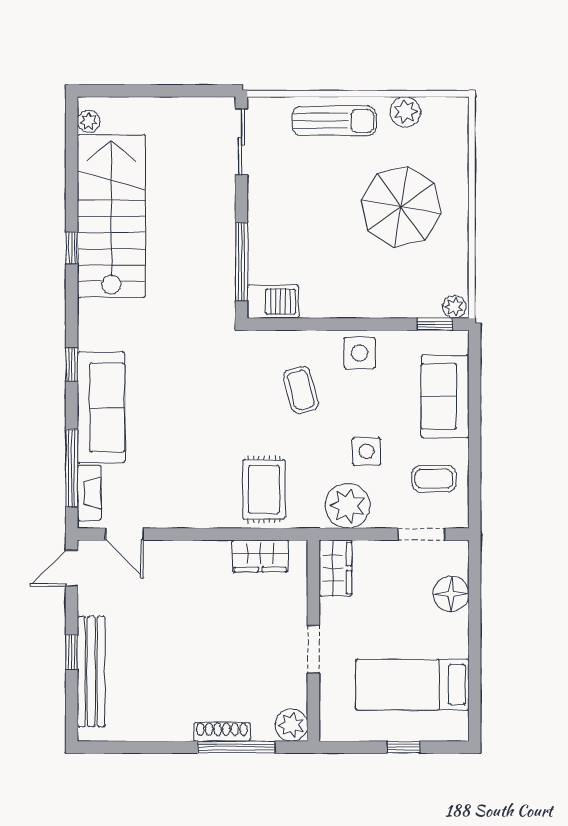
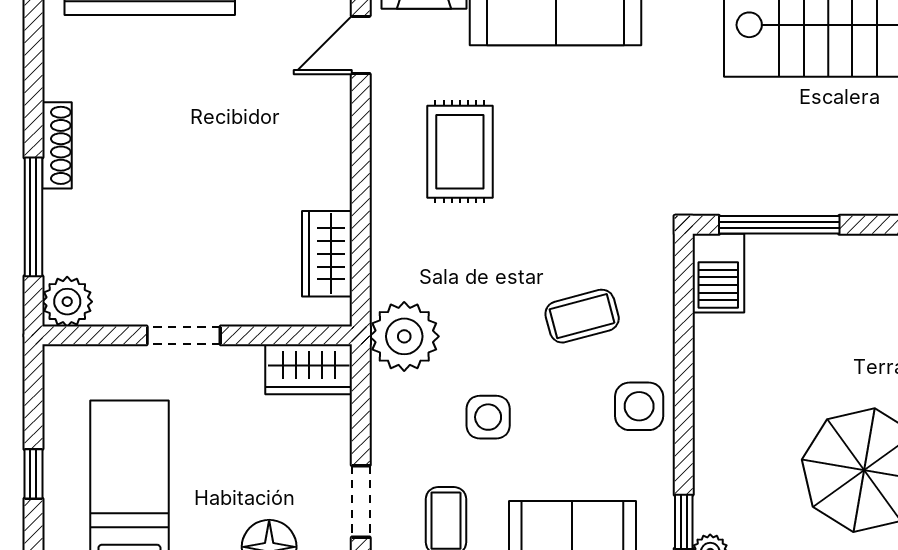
rug: (264, 489) -> (460, 152), moved, turned 90
plant: (348, 506) -> (404, 336), moved
shoe rack: (222, 732) -> (57, 145), moved

